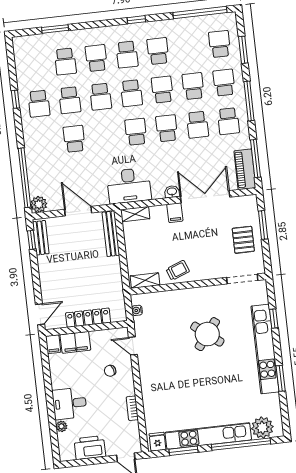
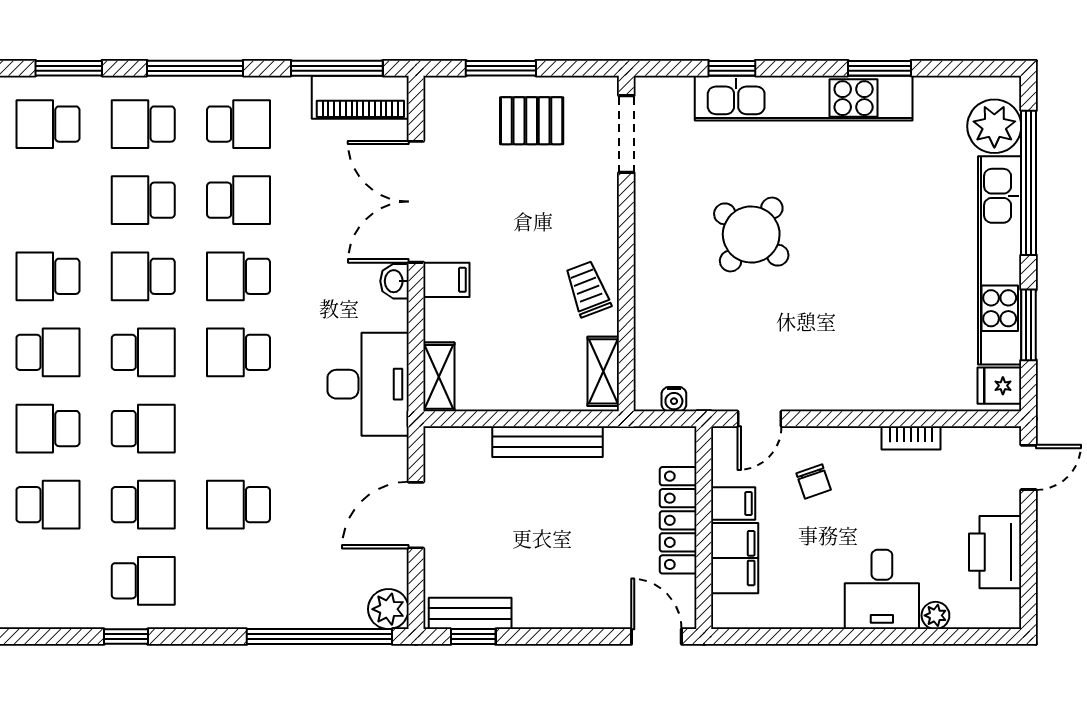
bench: (111, 234) -> (548, 442), moved
filing cabinet: (53, 344) -> (733, 504), moved

